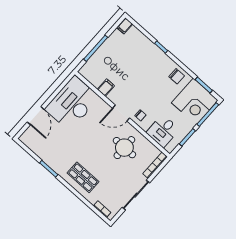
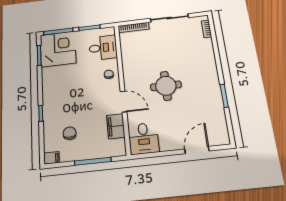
chair: (177, 76) -> (70, 133), moved
filing cabinet: (106, 88) -> (116, 126), width x2.00
desk: (72, 103) -> (144, 138), width x0.53, depth x0.77
door: (121, 113) -> (123, 102), moved
round table: (124, 148) -> (166, 86), moved
shop shelf: (83, 177) -> (200, 65), removed

